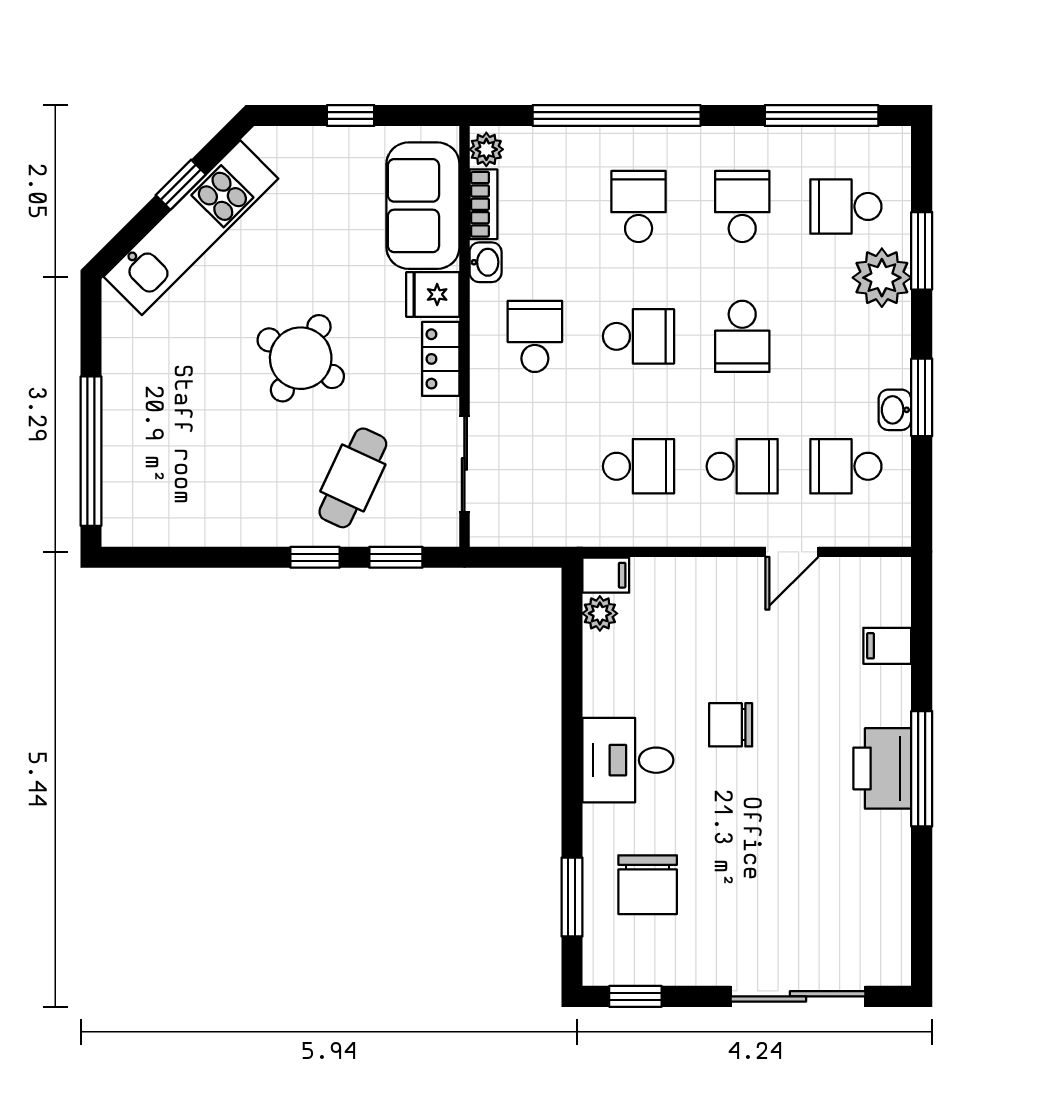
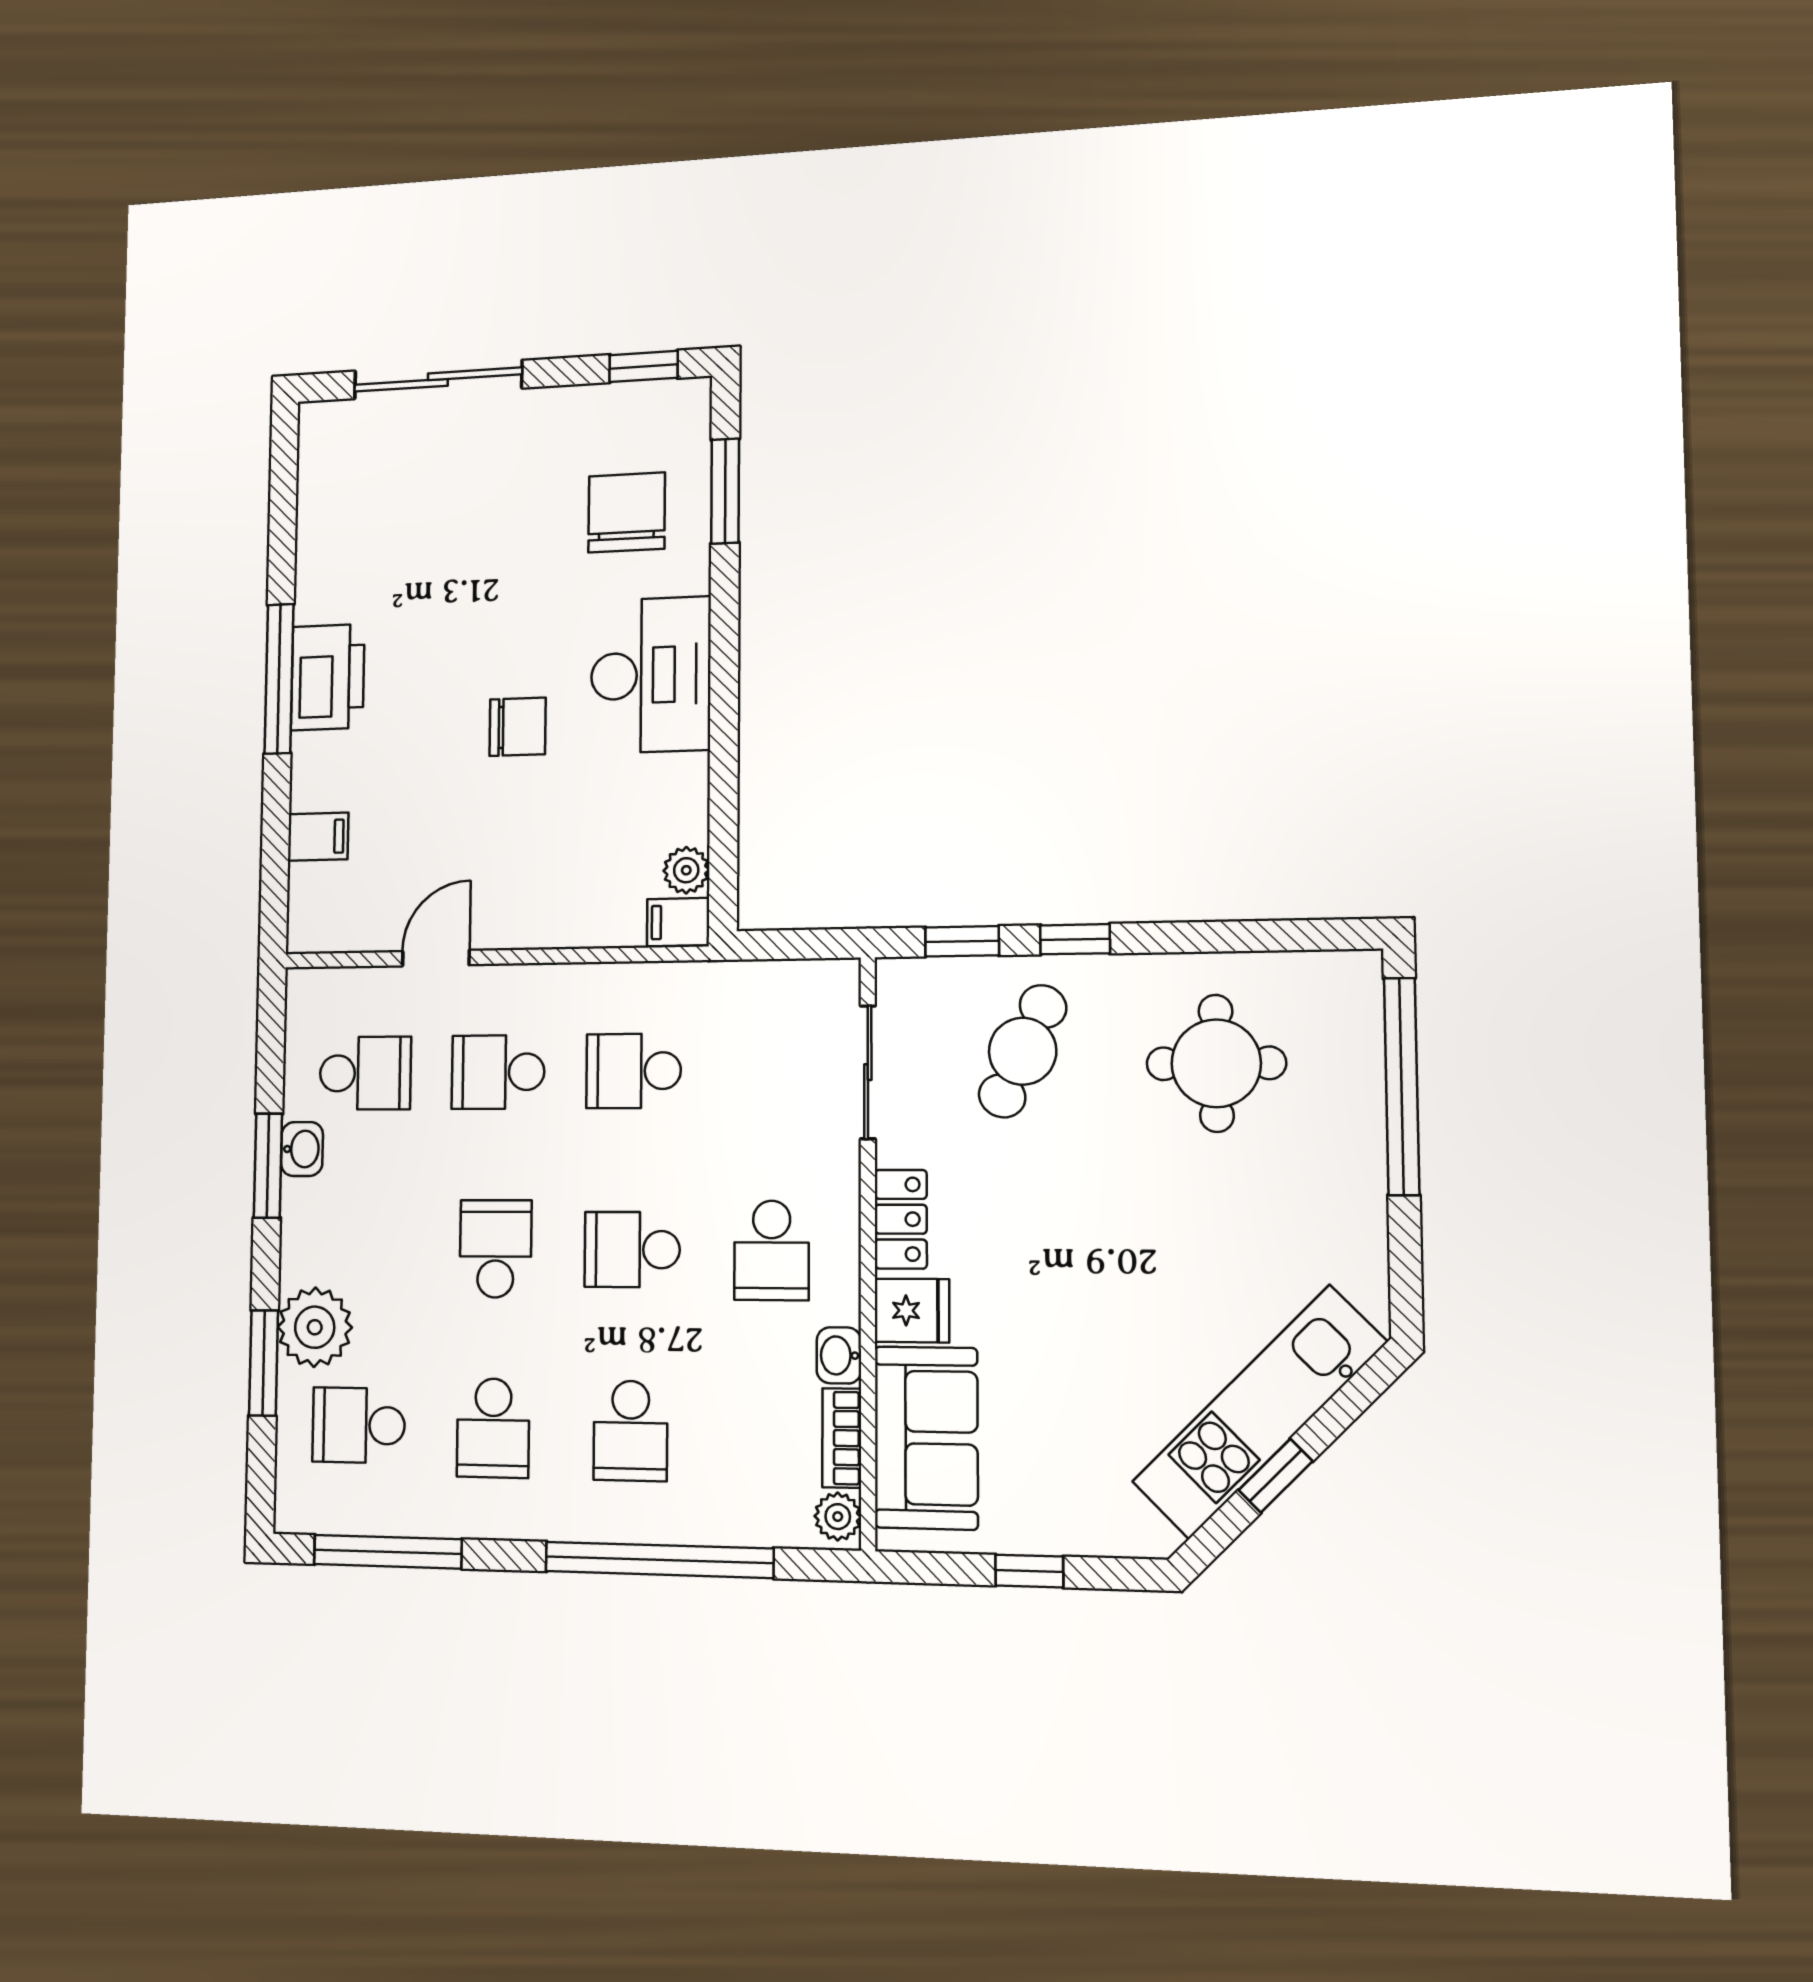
school desk: (846, 206) -> (359, 1425), turned 180
round table: (301, 358) -> (1216, 1063), moved, turned -30
desk: (628, 760) -> (651, 675), width x1.37

